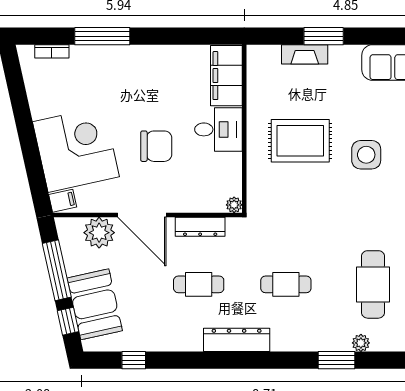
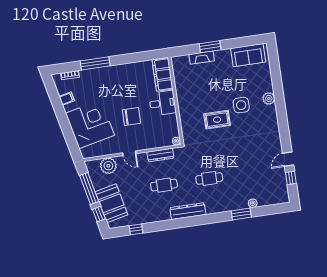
rug: (300, 141) -> (217, 120), moved, width x0.73, depth x0.70
filing cabinet: (63, 201) -> (67, 99), moved
door: (142, 215) -> (129, 153), width x0.53
cafe table: (373, 284) -> (255, 172), removed

